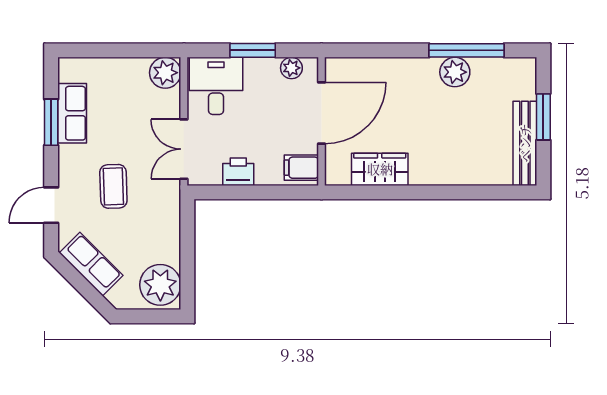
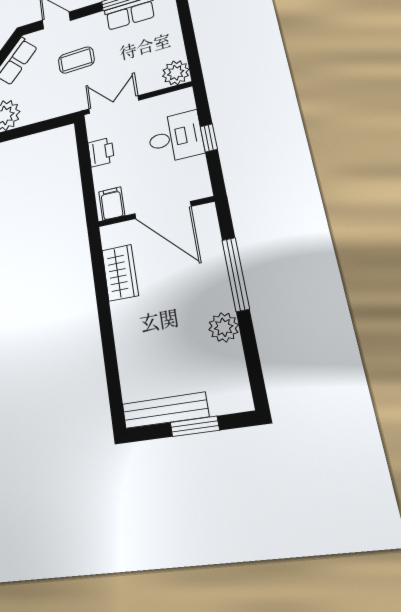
window: (253, 50) -> (209, 138), width x0.67
window: (467, 50) -> (236, 274), moved
plant: (291, 68) -> (199, 175), removed
desk: (216, 86) -> (175, 137), moved

